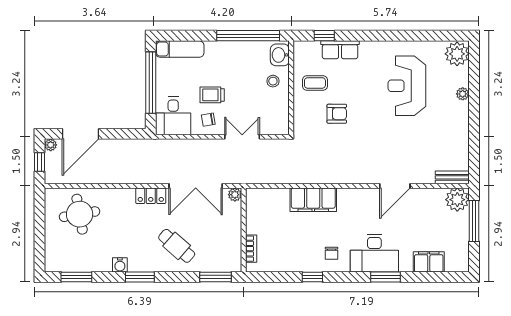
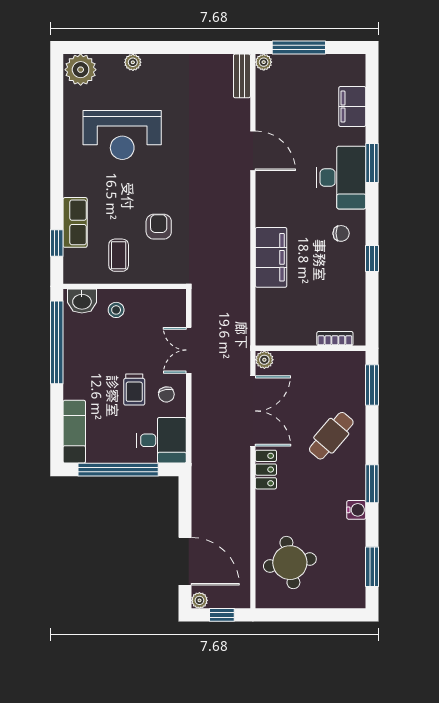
plant: (457, 200) -> (264, 62), width x0.53, depth x0.53

